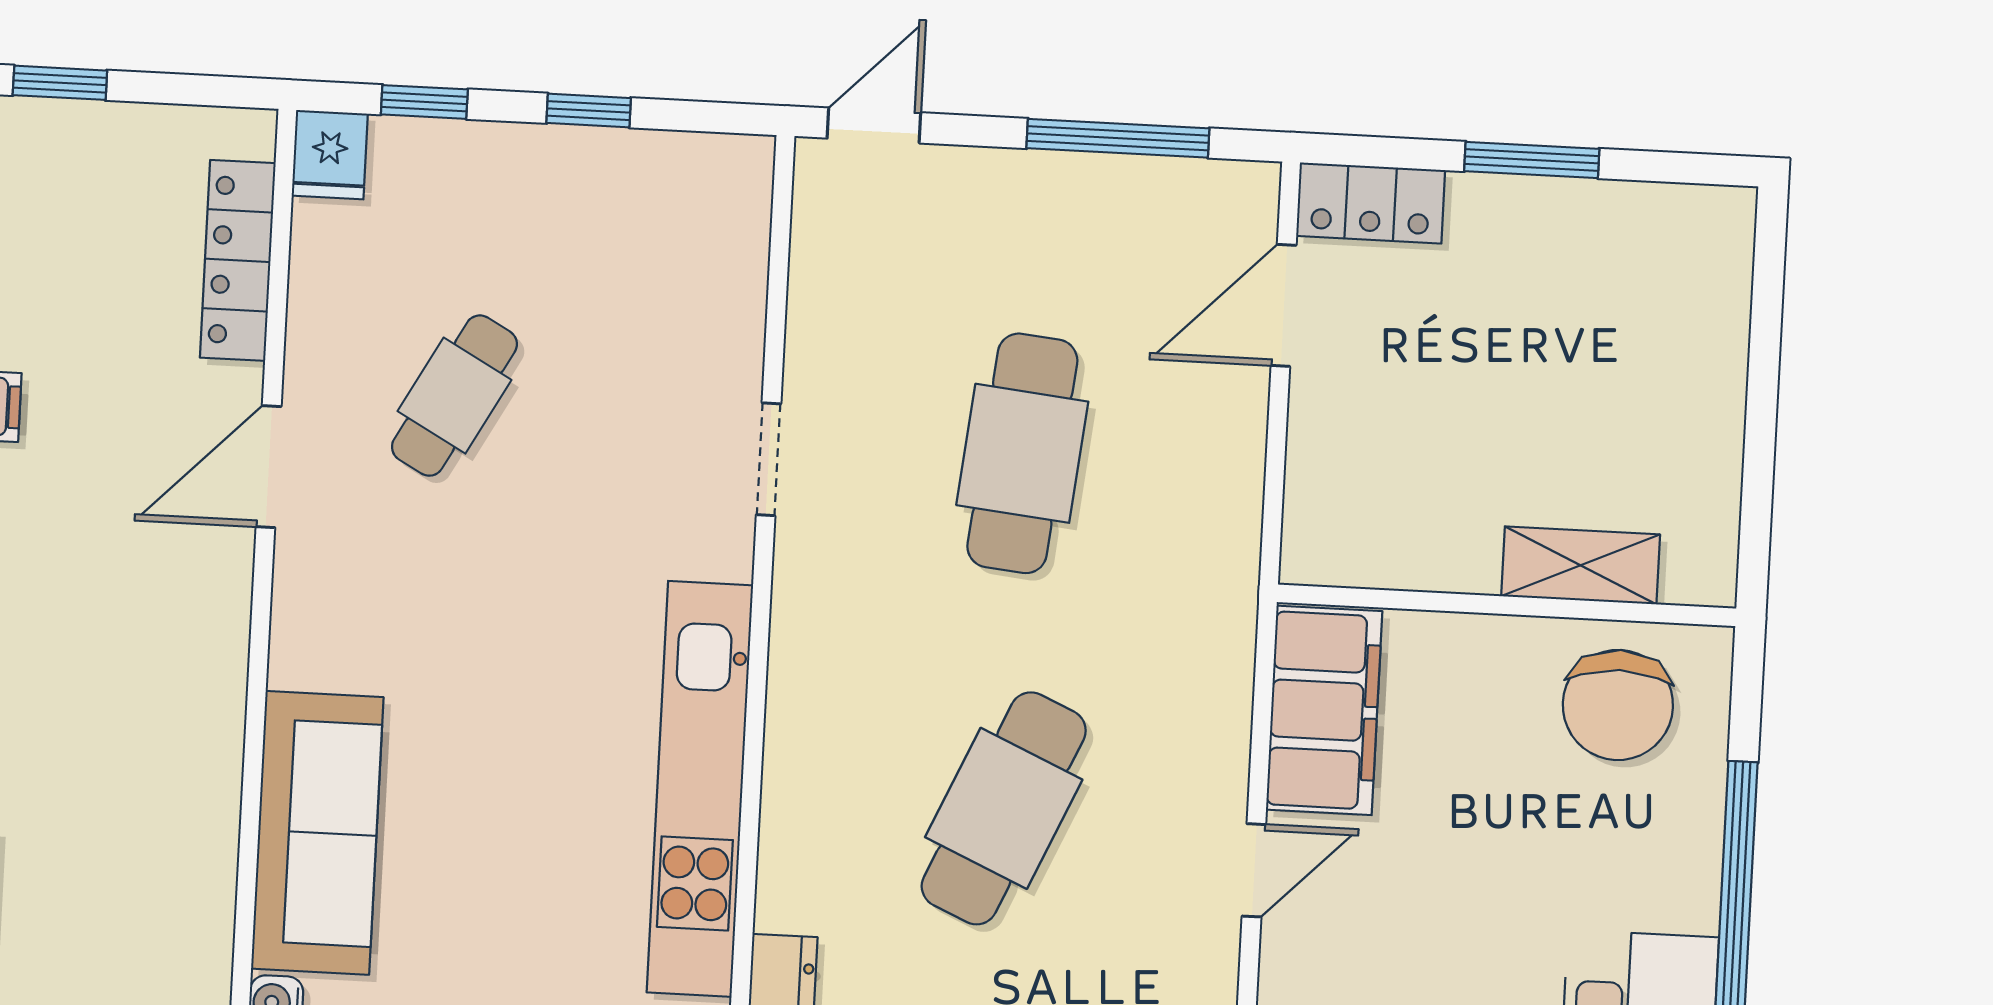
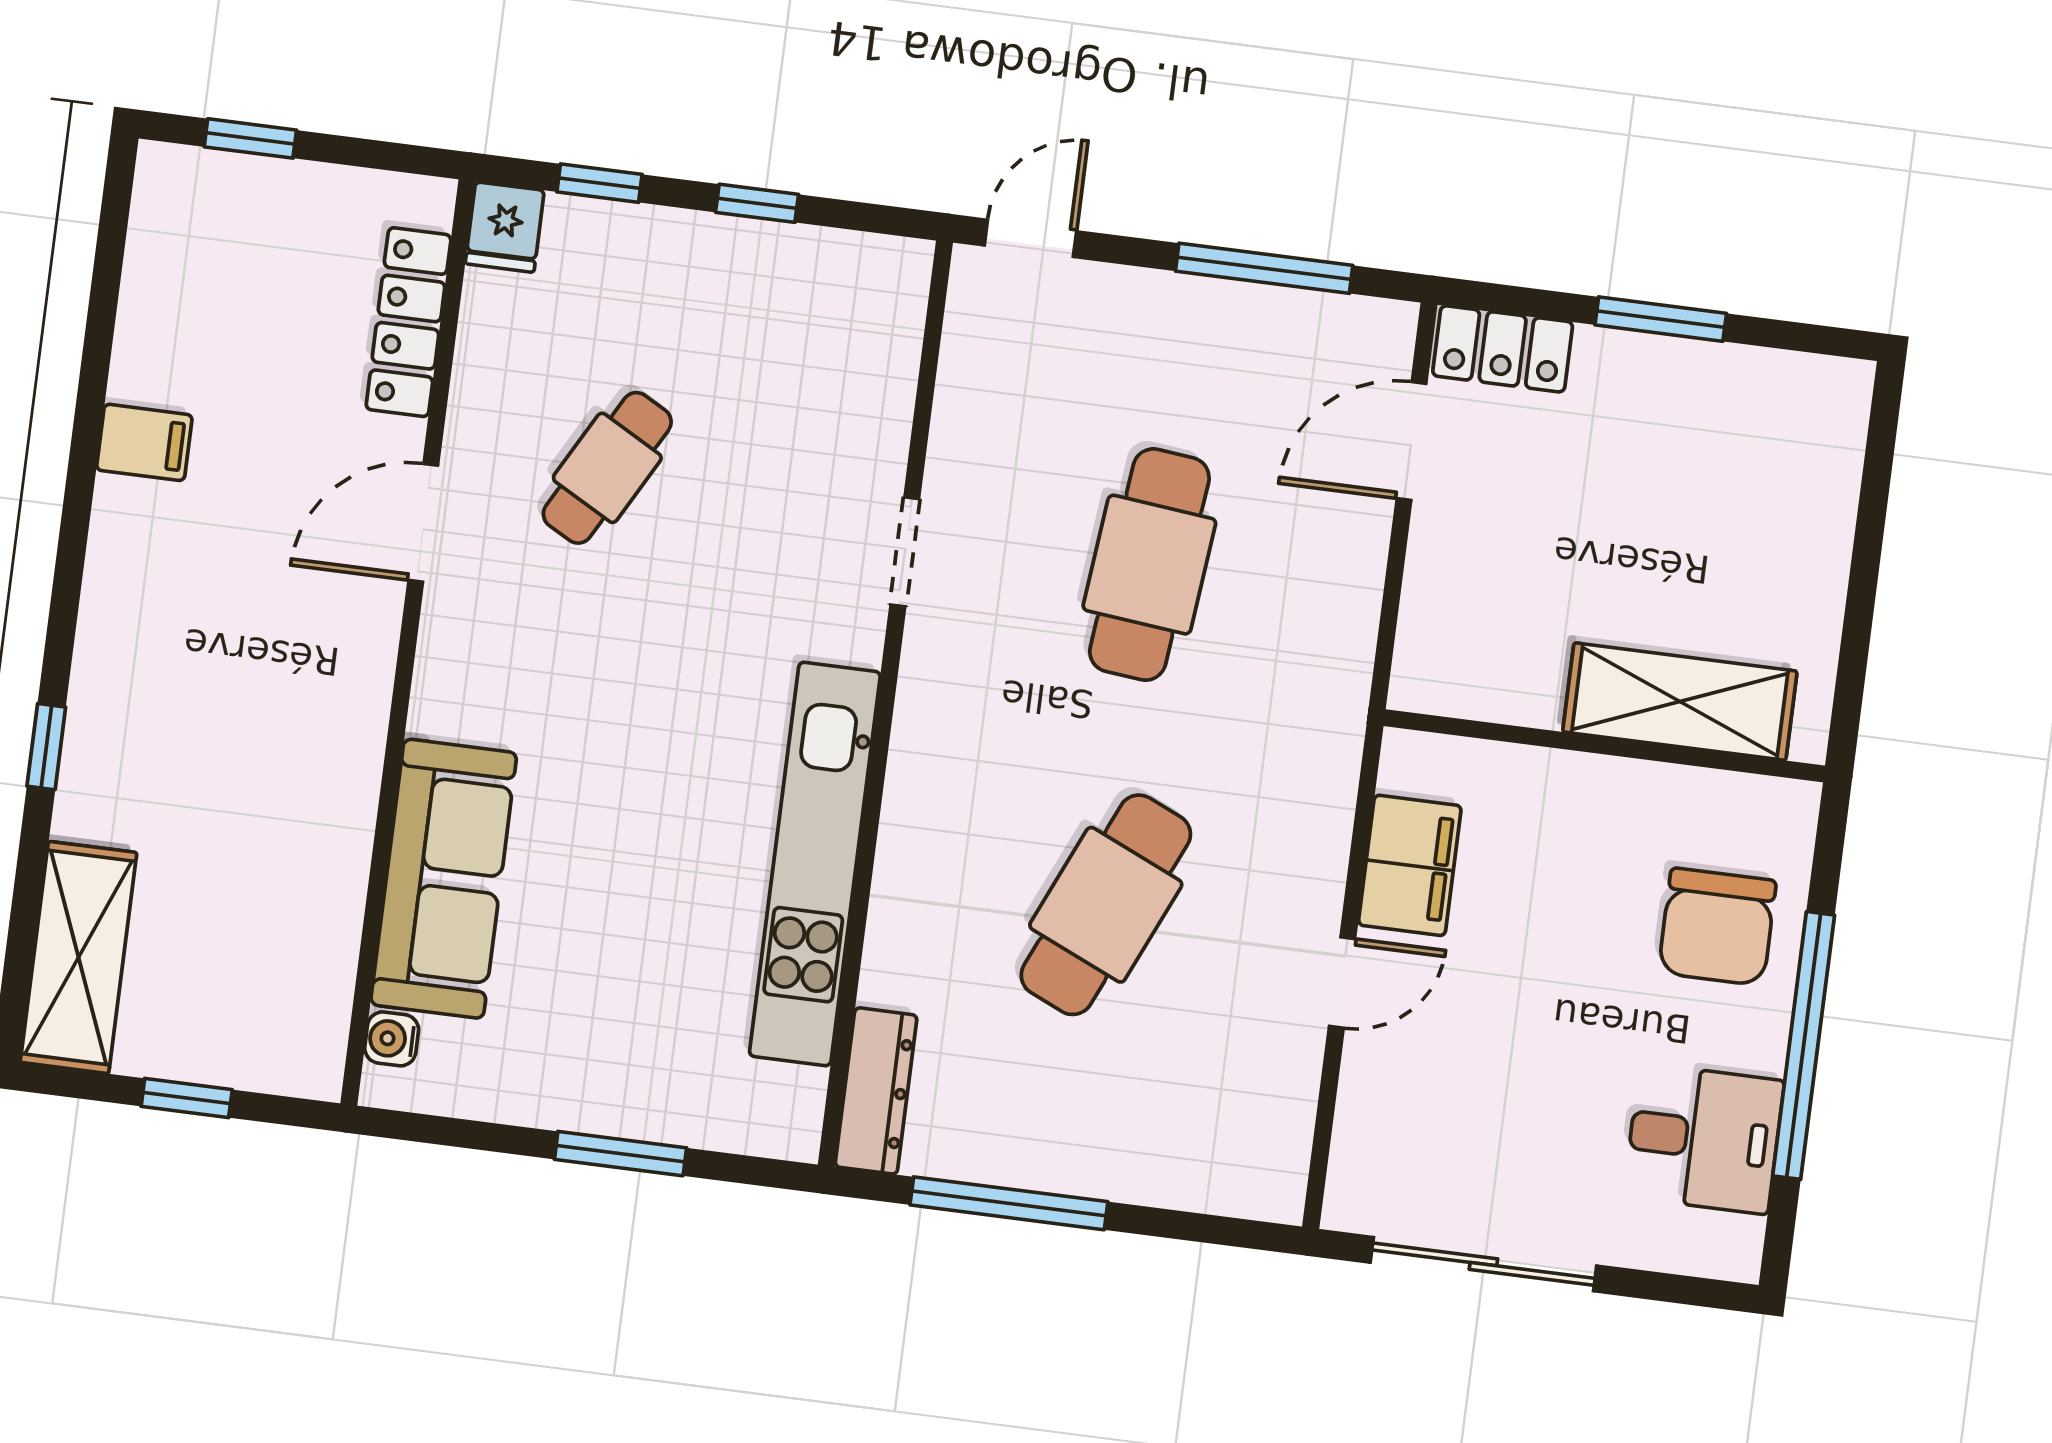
shelving: (1581, 565) -> (1680, 702), width x1.50, depth x1.33
chair: (1618, 705) -> (1717, 927), moved
filing cabinet: (1324, 710) -> (1410, 865), width x0.67, depth x0.86

